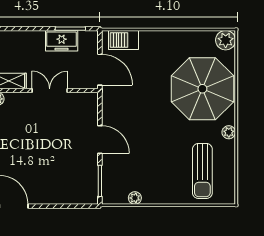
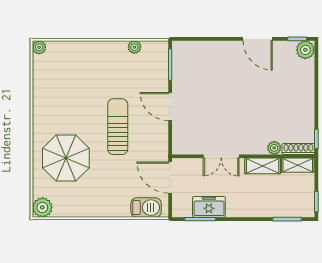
parasol: (202, 89) -> (66, 158), width x0.73, depth x0.73
plant: (229, 132) -> (39, 47), moved
sun lounger: (202, 171) -> (118, 127), moved

